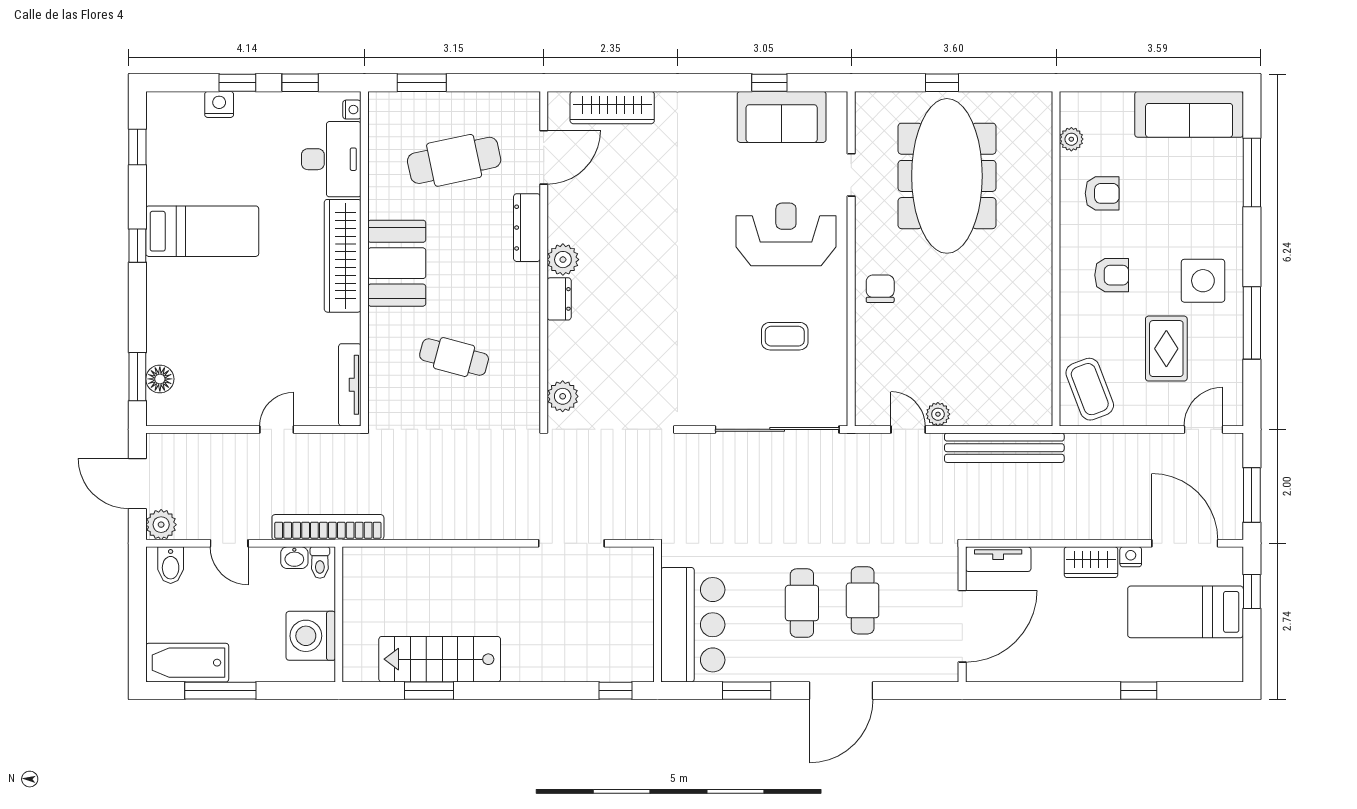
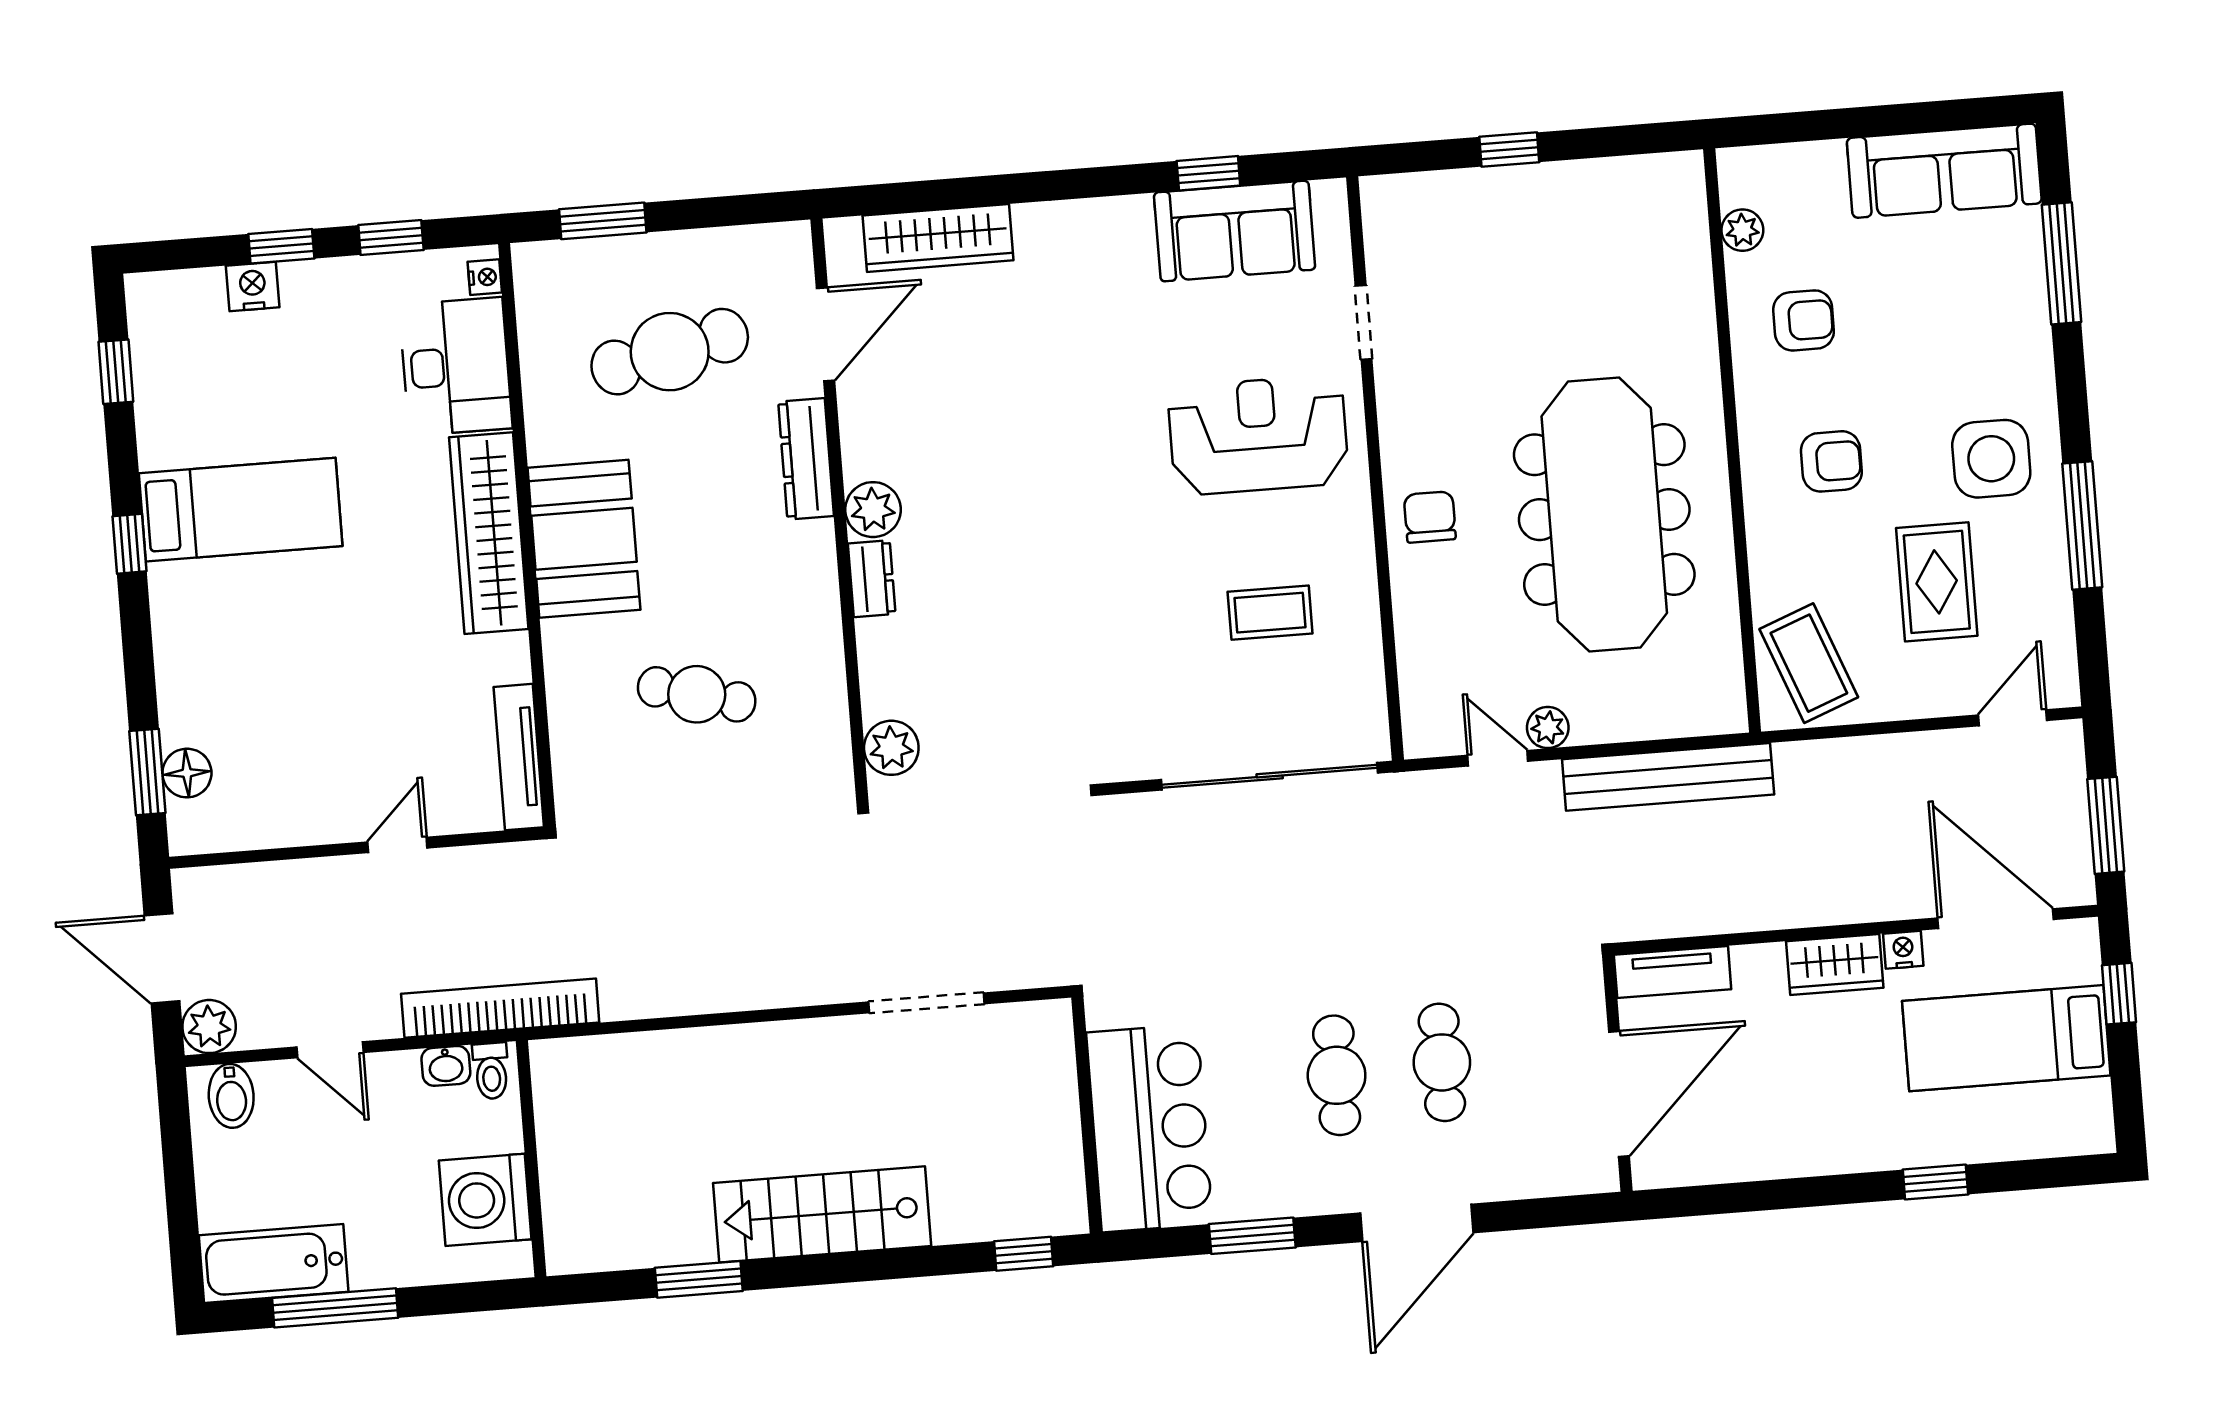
meeting table: (947, 176) -> (1604, 515), moved
stairs: (440, 659) -> (822, 1214), moved

